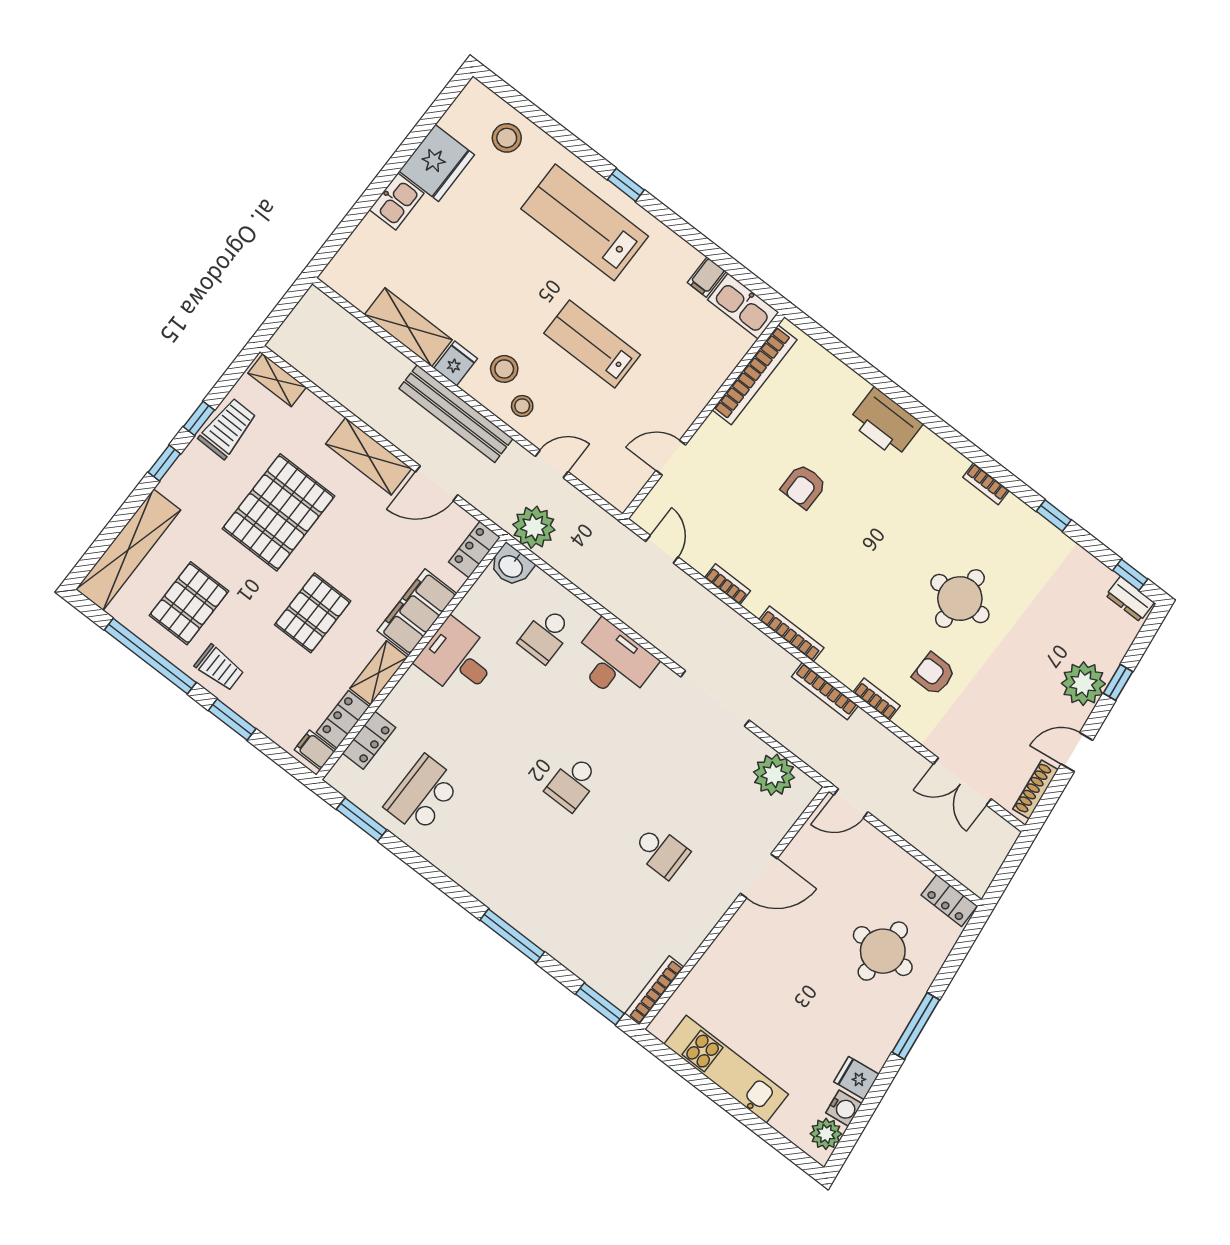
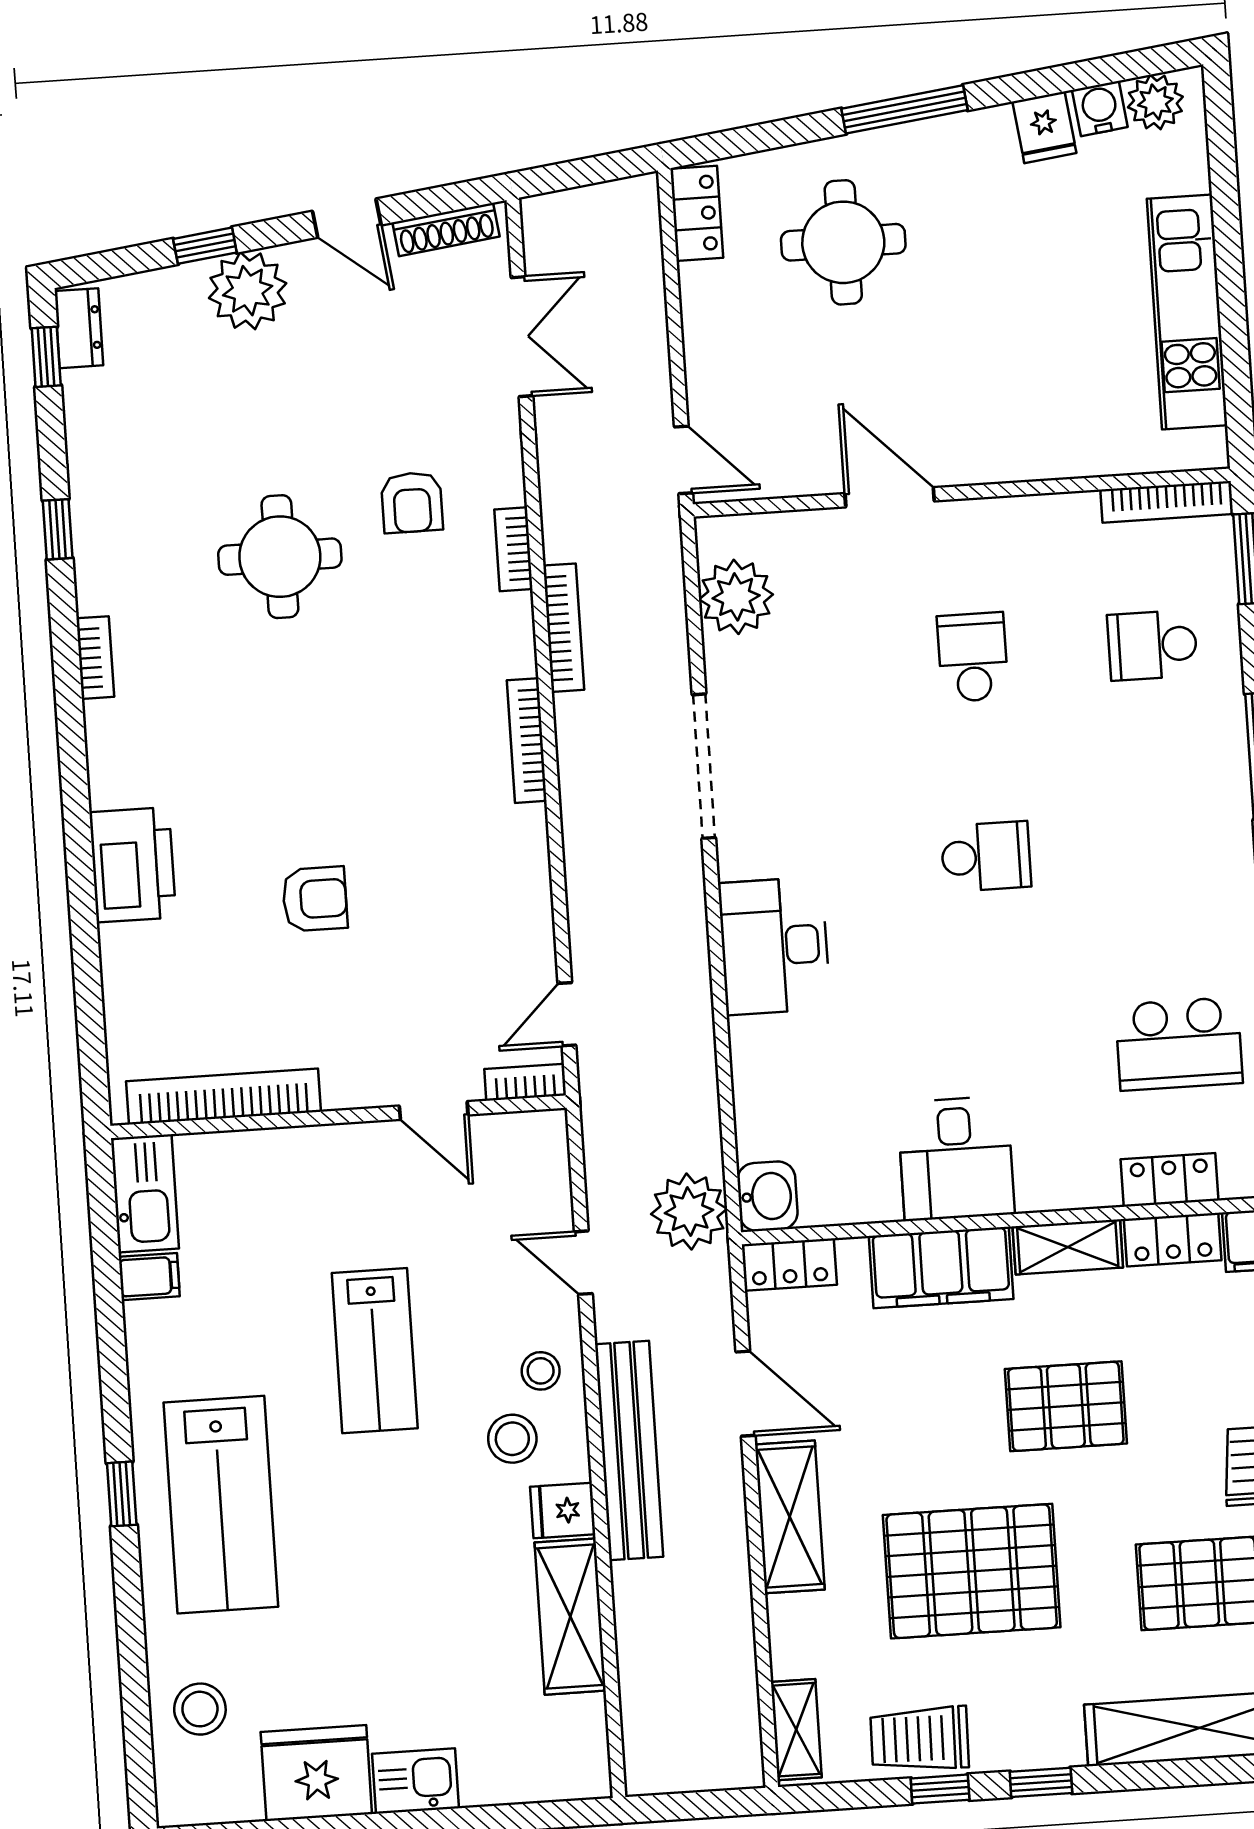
bookcase: (727, 584) -> (525, 1082), moved, turned 90
school desk: (546, 635) -> (1152, 645), moved, turned 180

